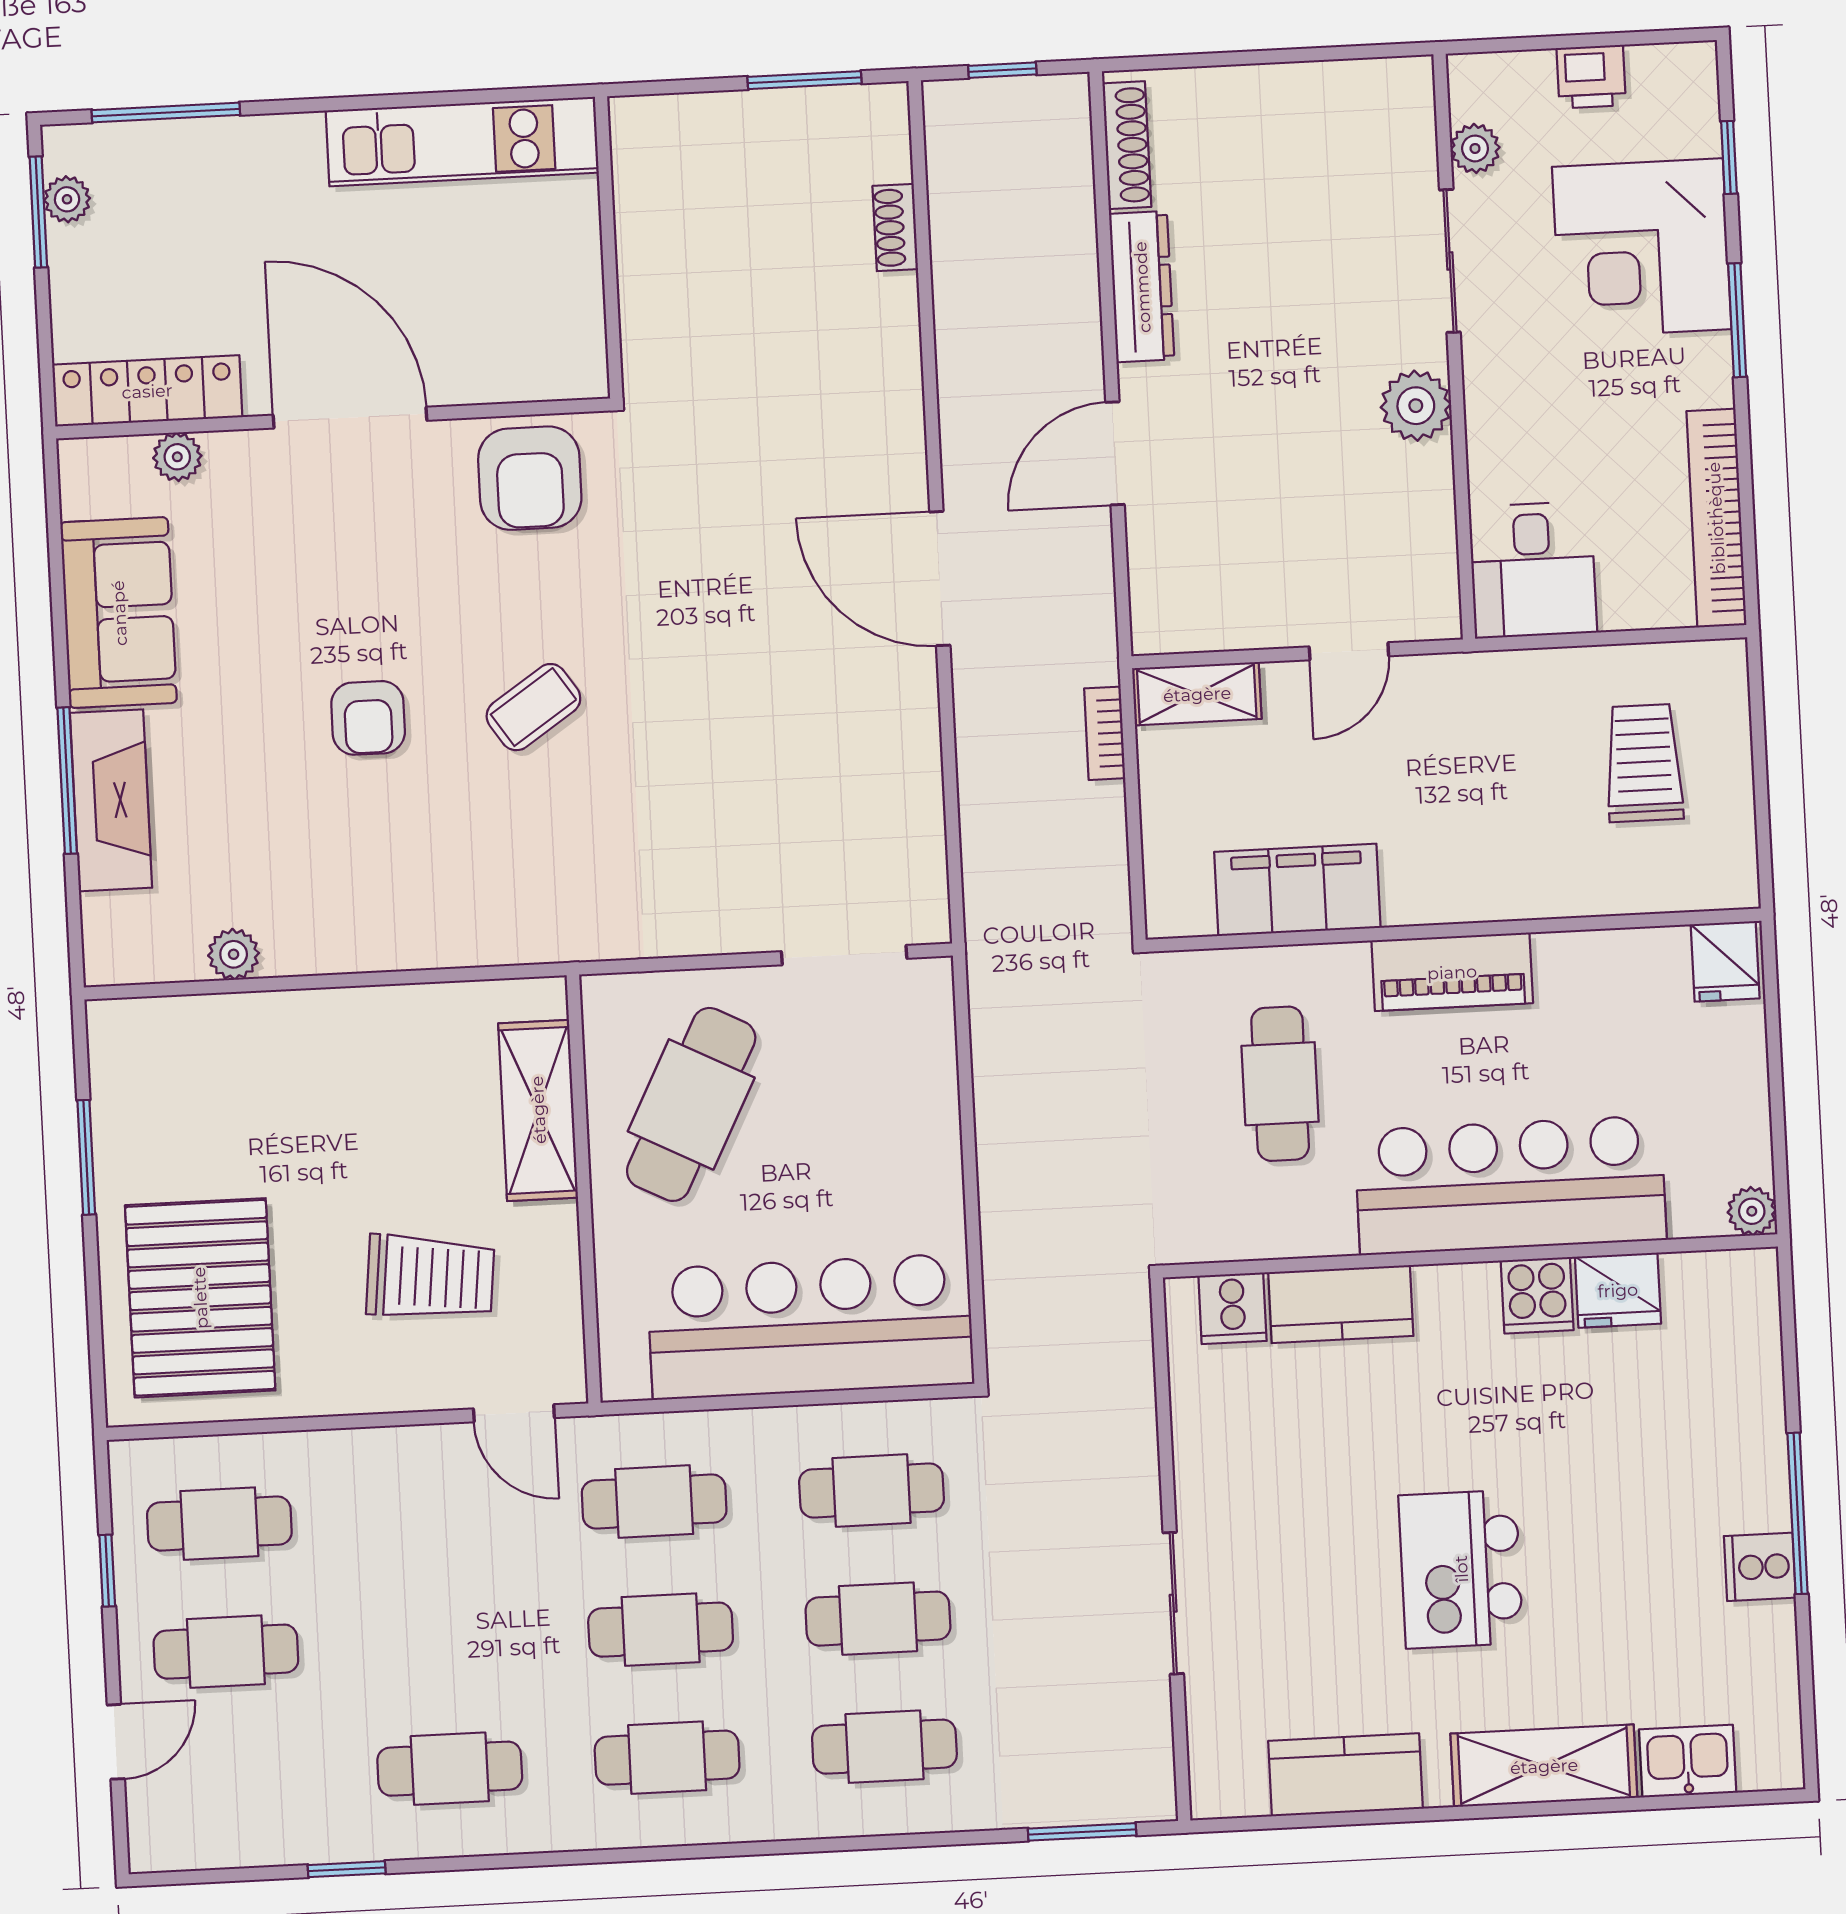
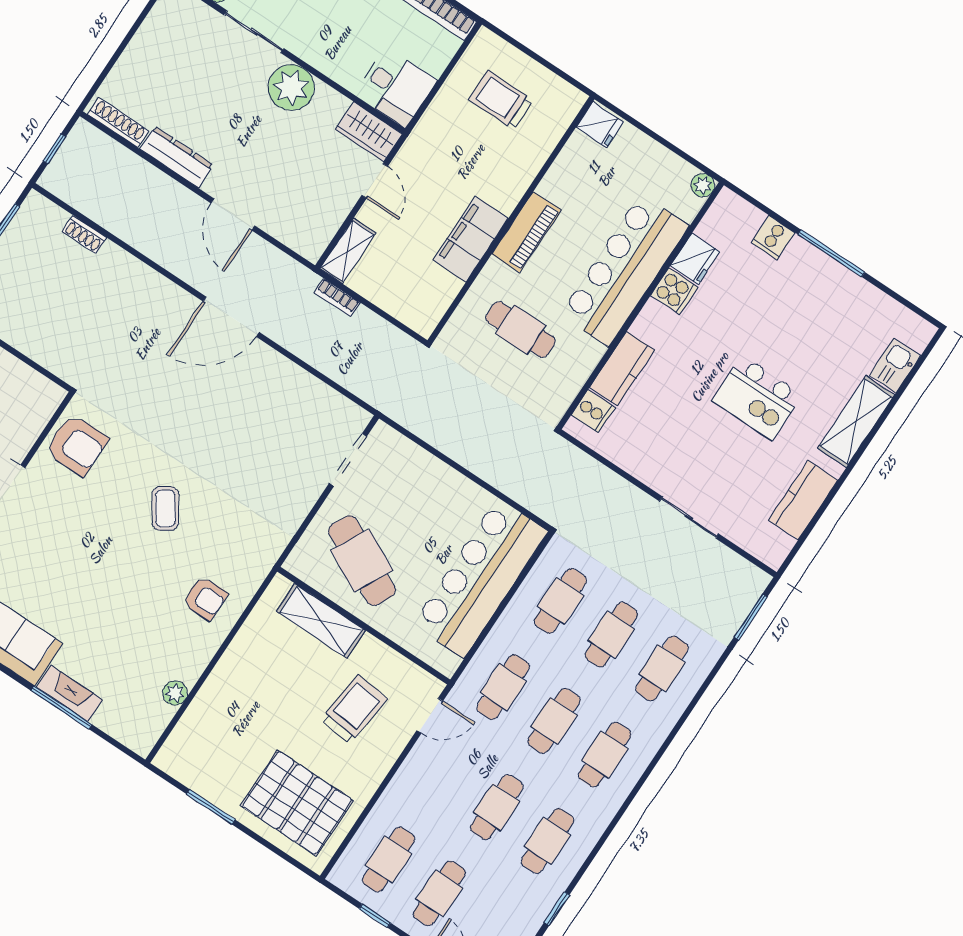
plant: (1416, 406) -> (291, 87), width x1.36, depth x1.36
wardrobe: (1424, 580) -> (369, 132), added
armchair: (368, 718) -> (205, 598), moved
fireplace: (111, 800) -> (70, 694), width x0.73, depth x0.76
filing cabinet: (1297, 890) -> (471, 239), moved
cooker: (1760, 1567) -> (773, 238), moved
cafe table: (443, 1641) -> (497, 807), added

